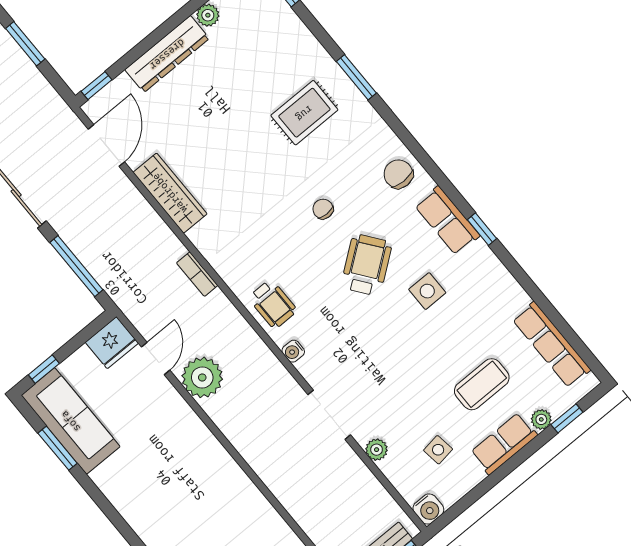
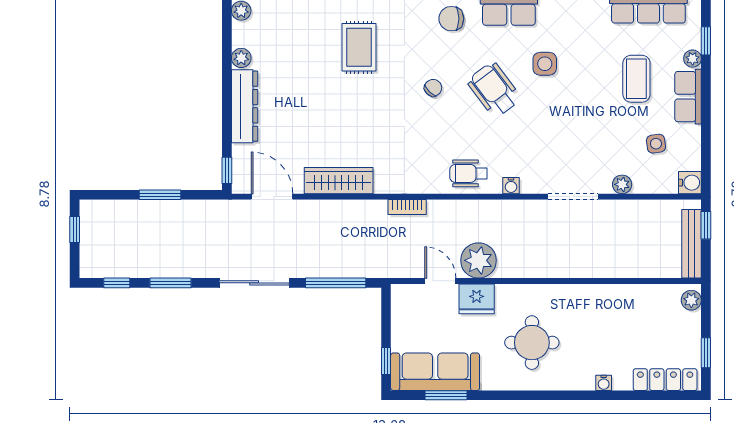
chair: (323, 209) -> (433, 88), turned 134
wheelchair: (273, 304) -> (468, 173), turned 180
fridge: (112, 343) -> (477, 299), moved, turned 90
round table: (168, 486) -> (532, 343), added

